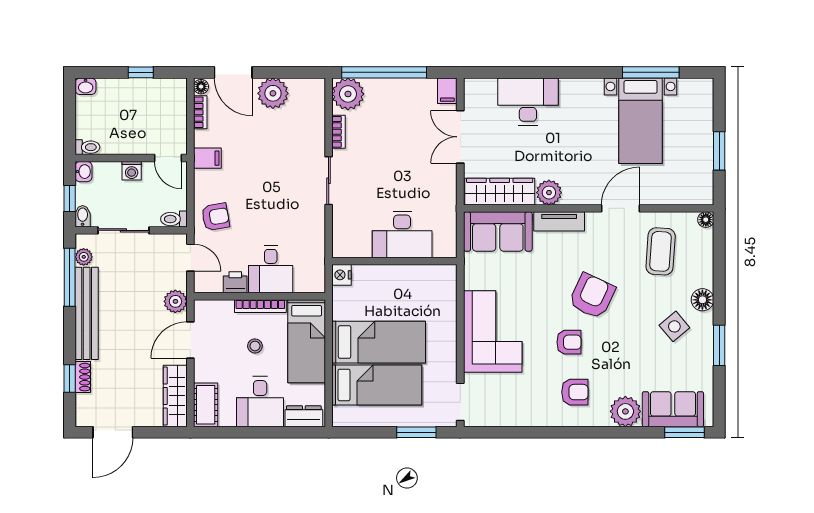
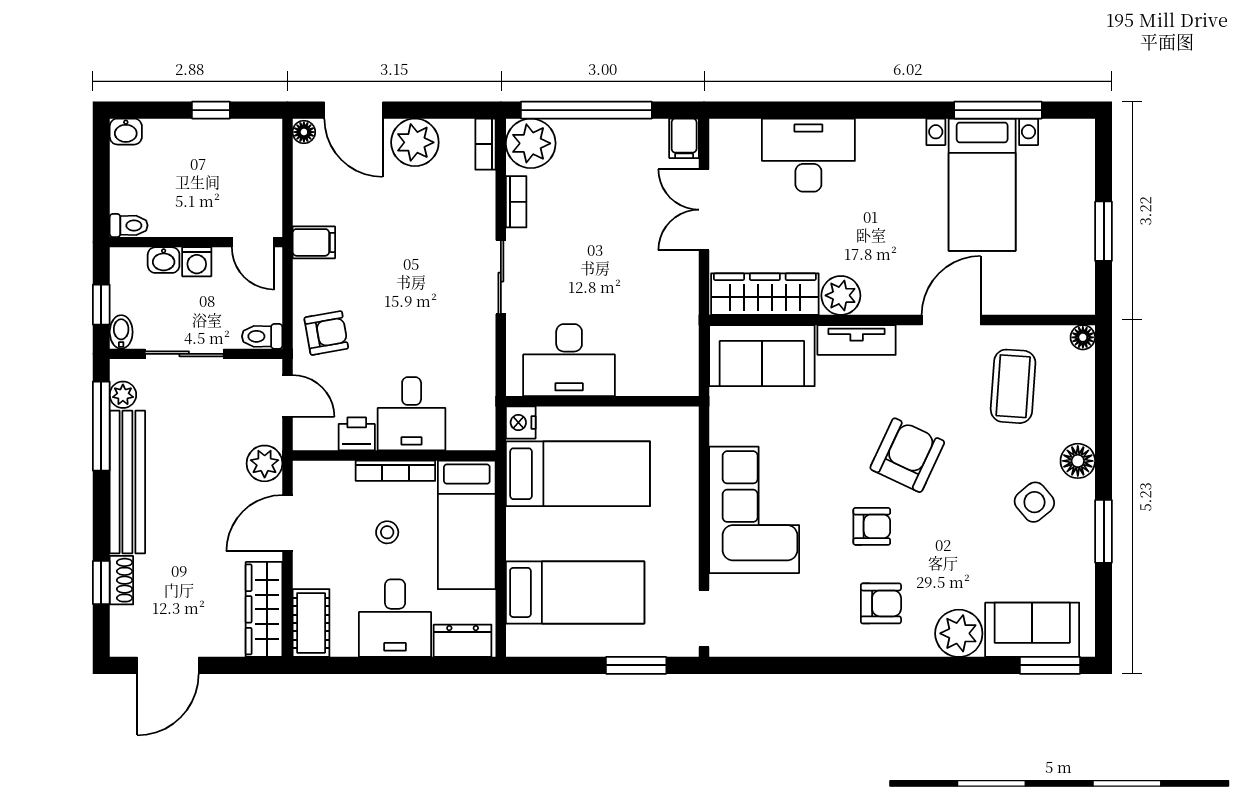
bookcase: (200, 112) -> (485, 144), moved, turned 180
washbasin: (84, 172) -> (164, 260), moved, turned 90
desk: (402, 234) -> (569, 360), moved
bed: (379, 342) -> (578, 474), moved

